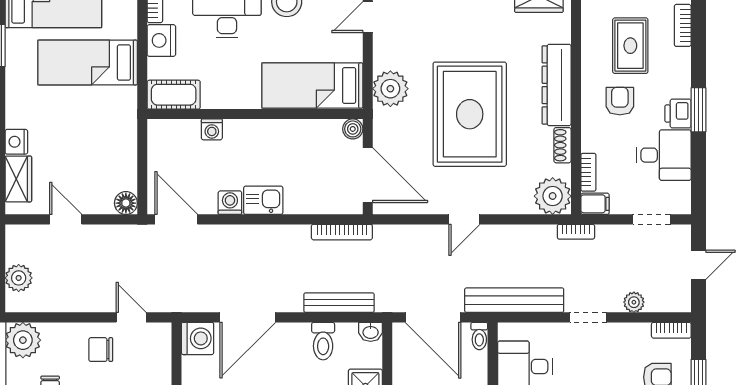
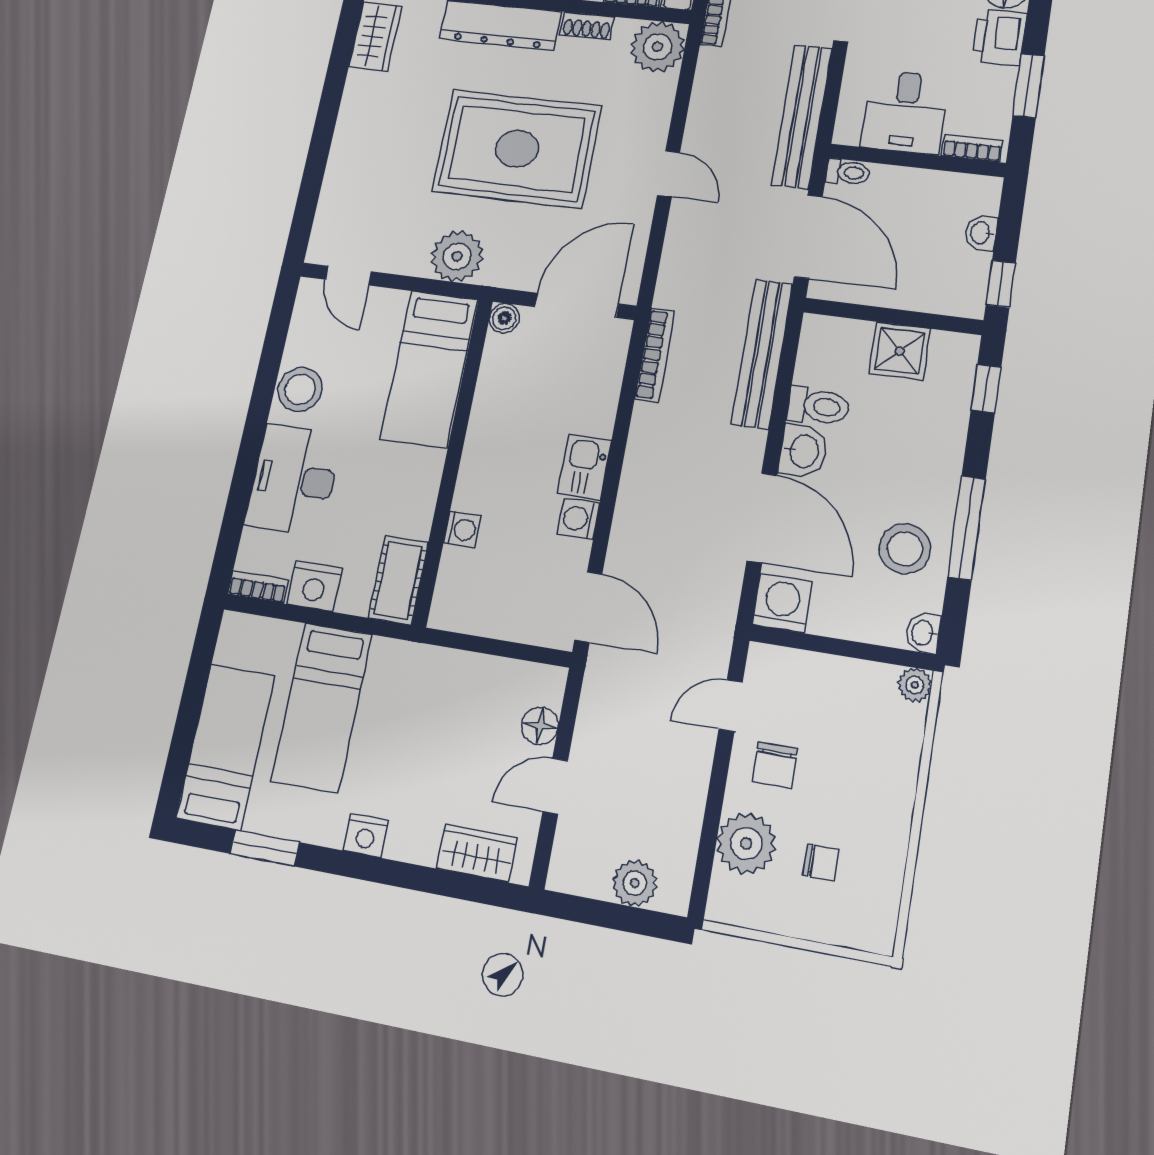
nightstand: (16, 142) -> (366, 835), moved
floor lamp: (126, 203) -> (540, 726), moved
door: (176, 219) -> (588, 607), swing flipped
bench: (339, 303) -> (762, 354), width x1.37, depth x1.21
door: (433, 317) -> (808, 237), hinge flipped
washbasin: (371, 332) -> (803, 451), moved, width x1.38, depth x1.45
plant: (23, 340) -> (746, 843), moved

